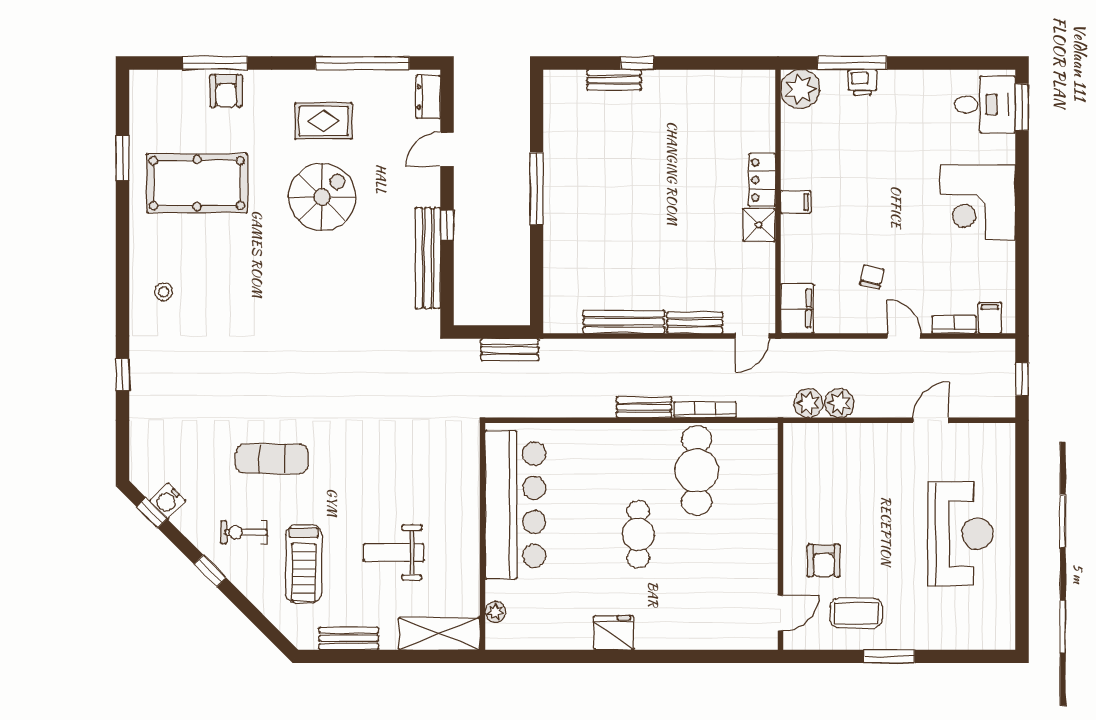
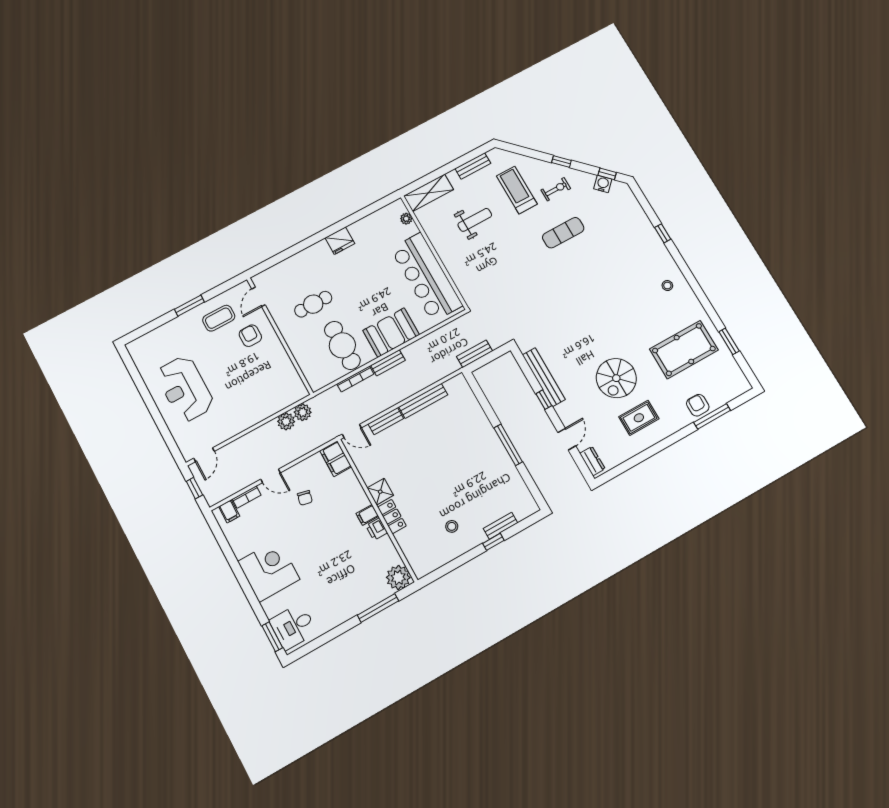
window: (362, 63) -> (637, 460), removed
printer: (862, 82) -> (377, 529), moved, turned -90
stool: (684, 118) -> (452, 526), added
door: (752, 336) -> (352, 431), swing flipped
door: (931, 420) -> (204, 455), moved
booth: (615, 450) -> (391, 333), added
cafe table: (638, 534) -> (313, 304), moved, turned 90

